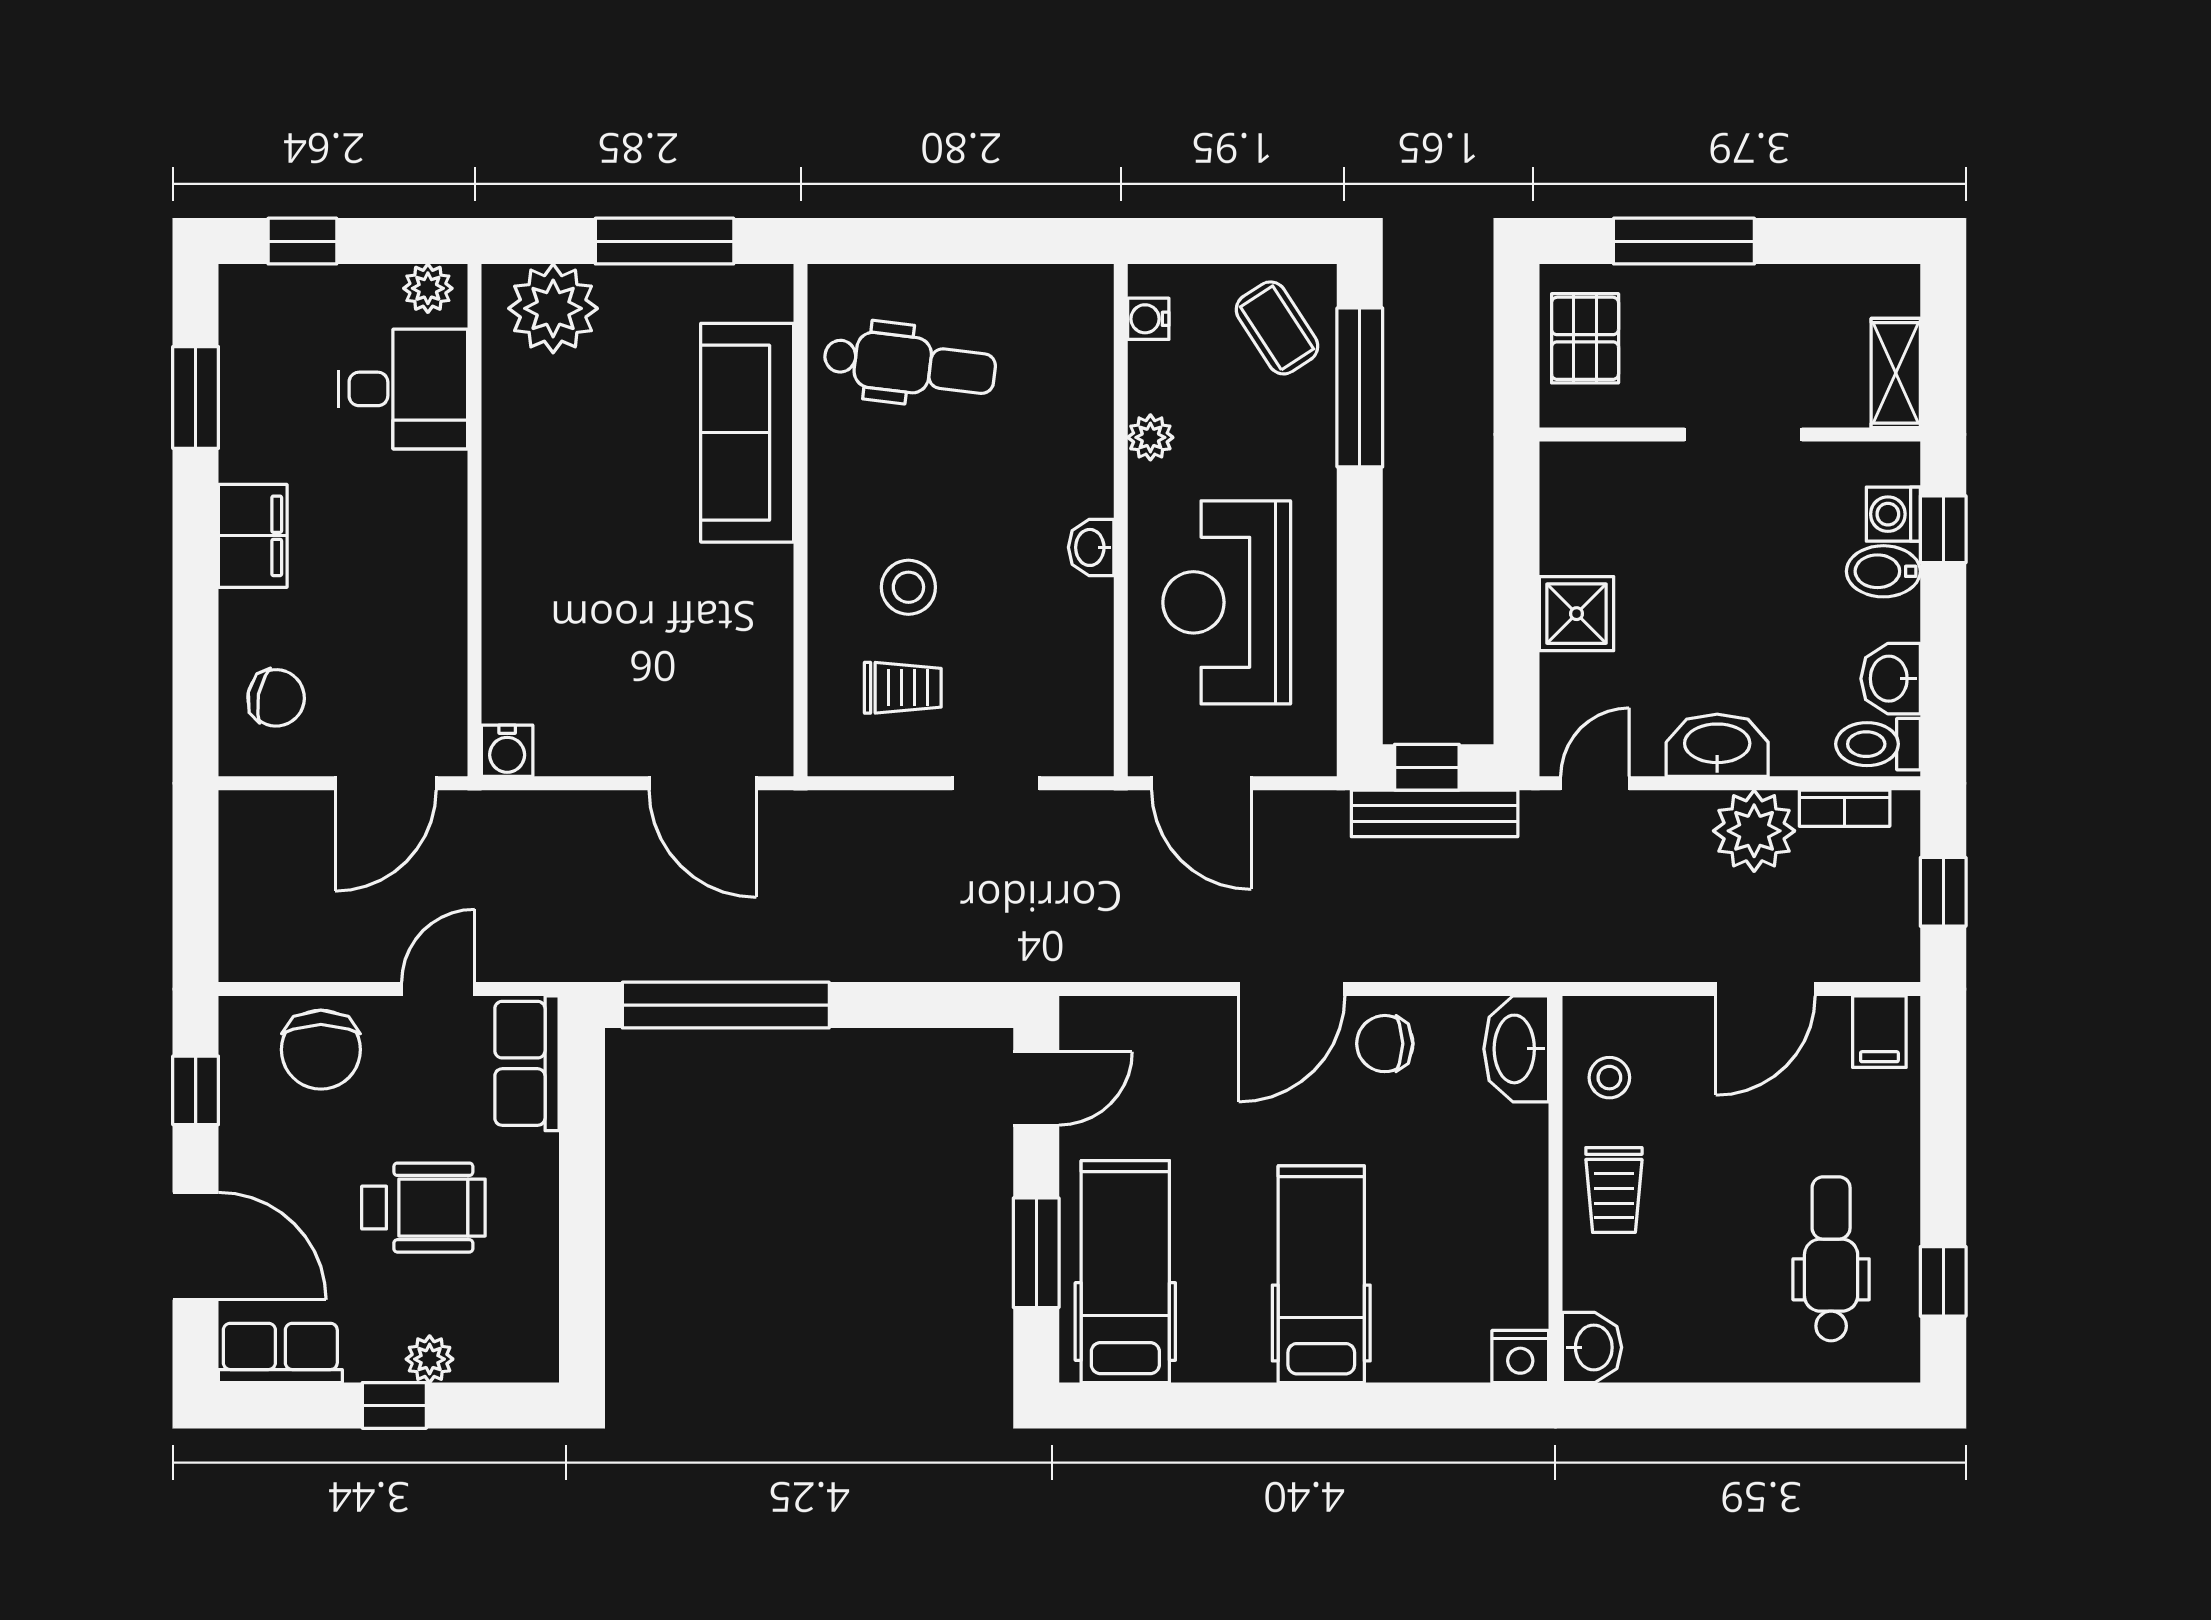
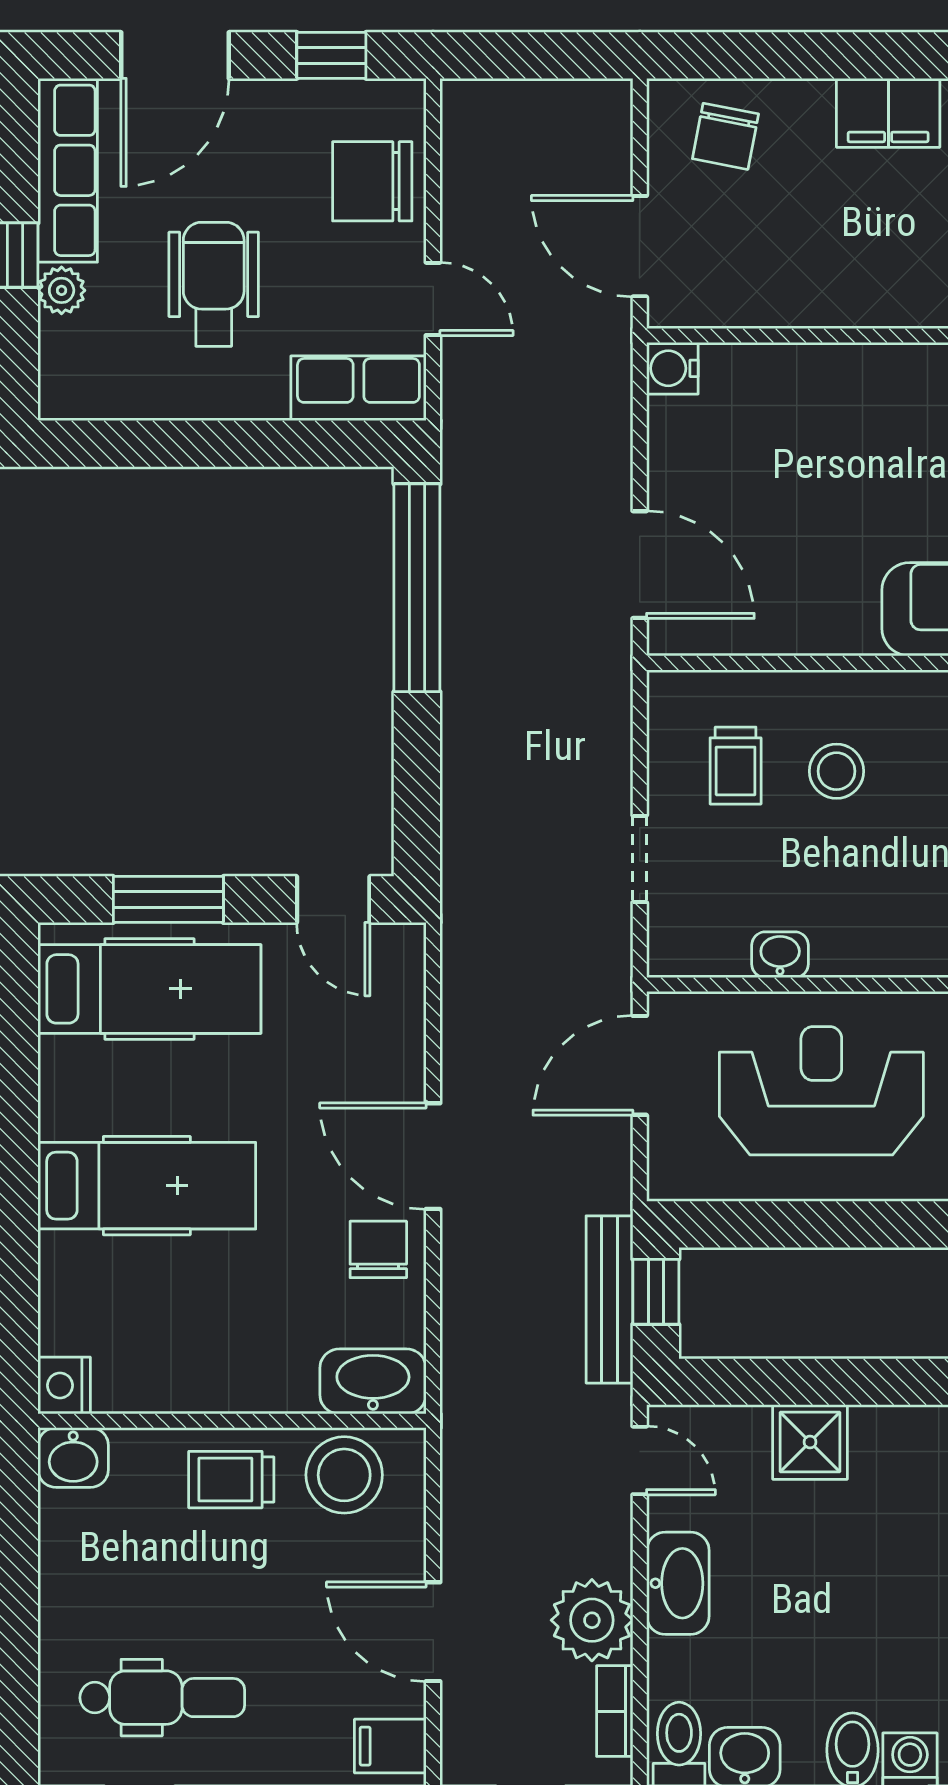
washbasin: (1091, 547) -> (780, 955), moved
door: (703, 783) -> (640, 565), swing flipped
stool: (1609, 1078) -> (344, 1475), width x1.89, depth x1.89
wheelchair: (423, 1208) -> (214, 284), turned 180
row of seats: (280, 1353) -> (68, 170), width x1.48

